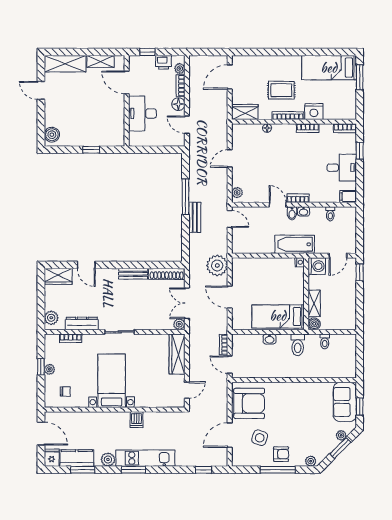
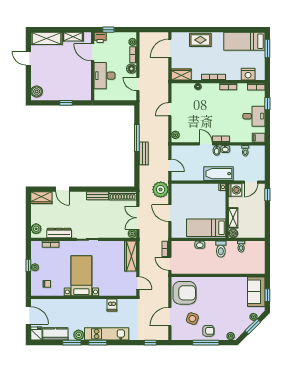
printer: (164, 62) -> (100, 37), moved
rug: (281, 90) -> (200, 40), moved
nightstand: (314, 112) -> (248, 74), moved
door: (230, 219) -> (170, 165), moved
door: (187, 390) -> (138, 283), hinge flipped
dishwasher: (136, 420) -> (112, 305), moved
window: (83, 470) -> (72, 343), moved

